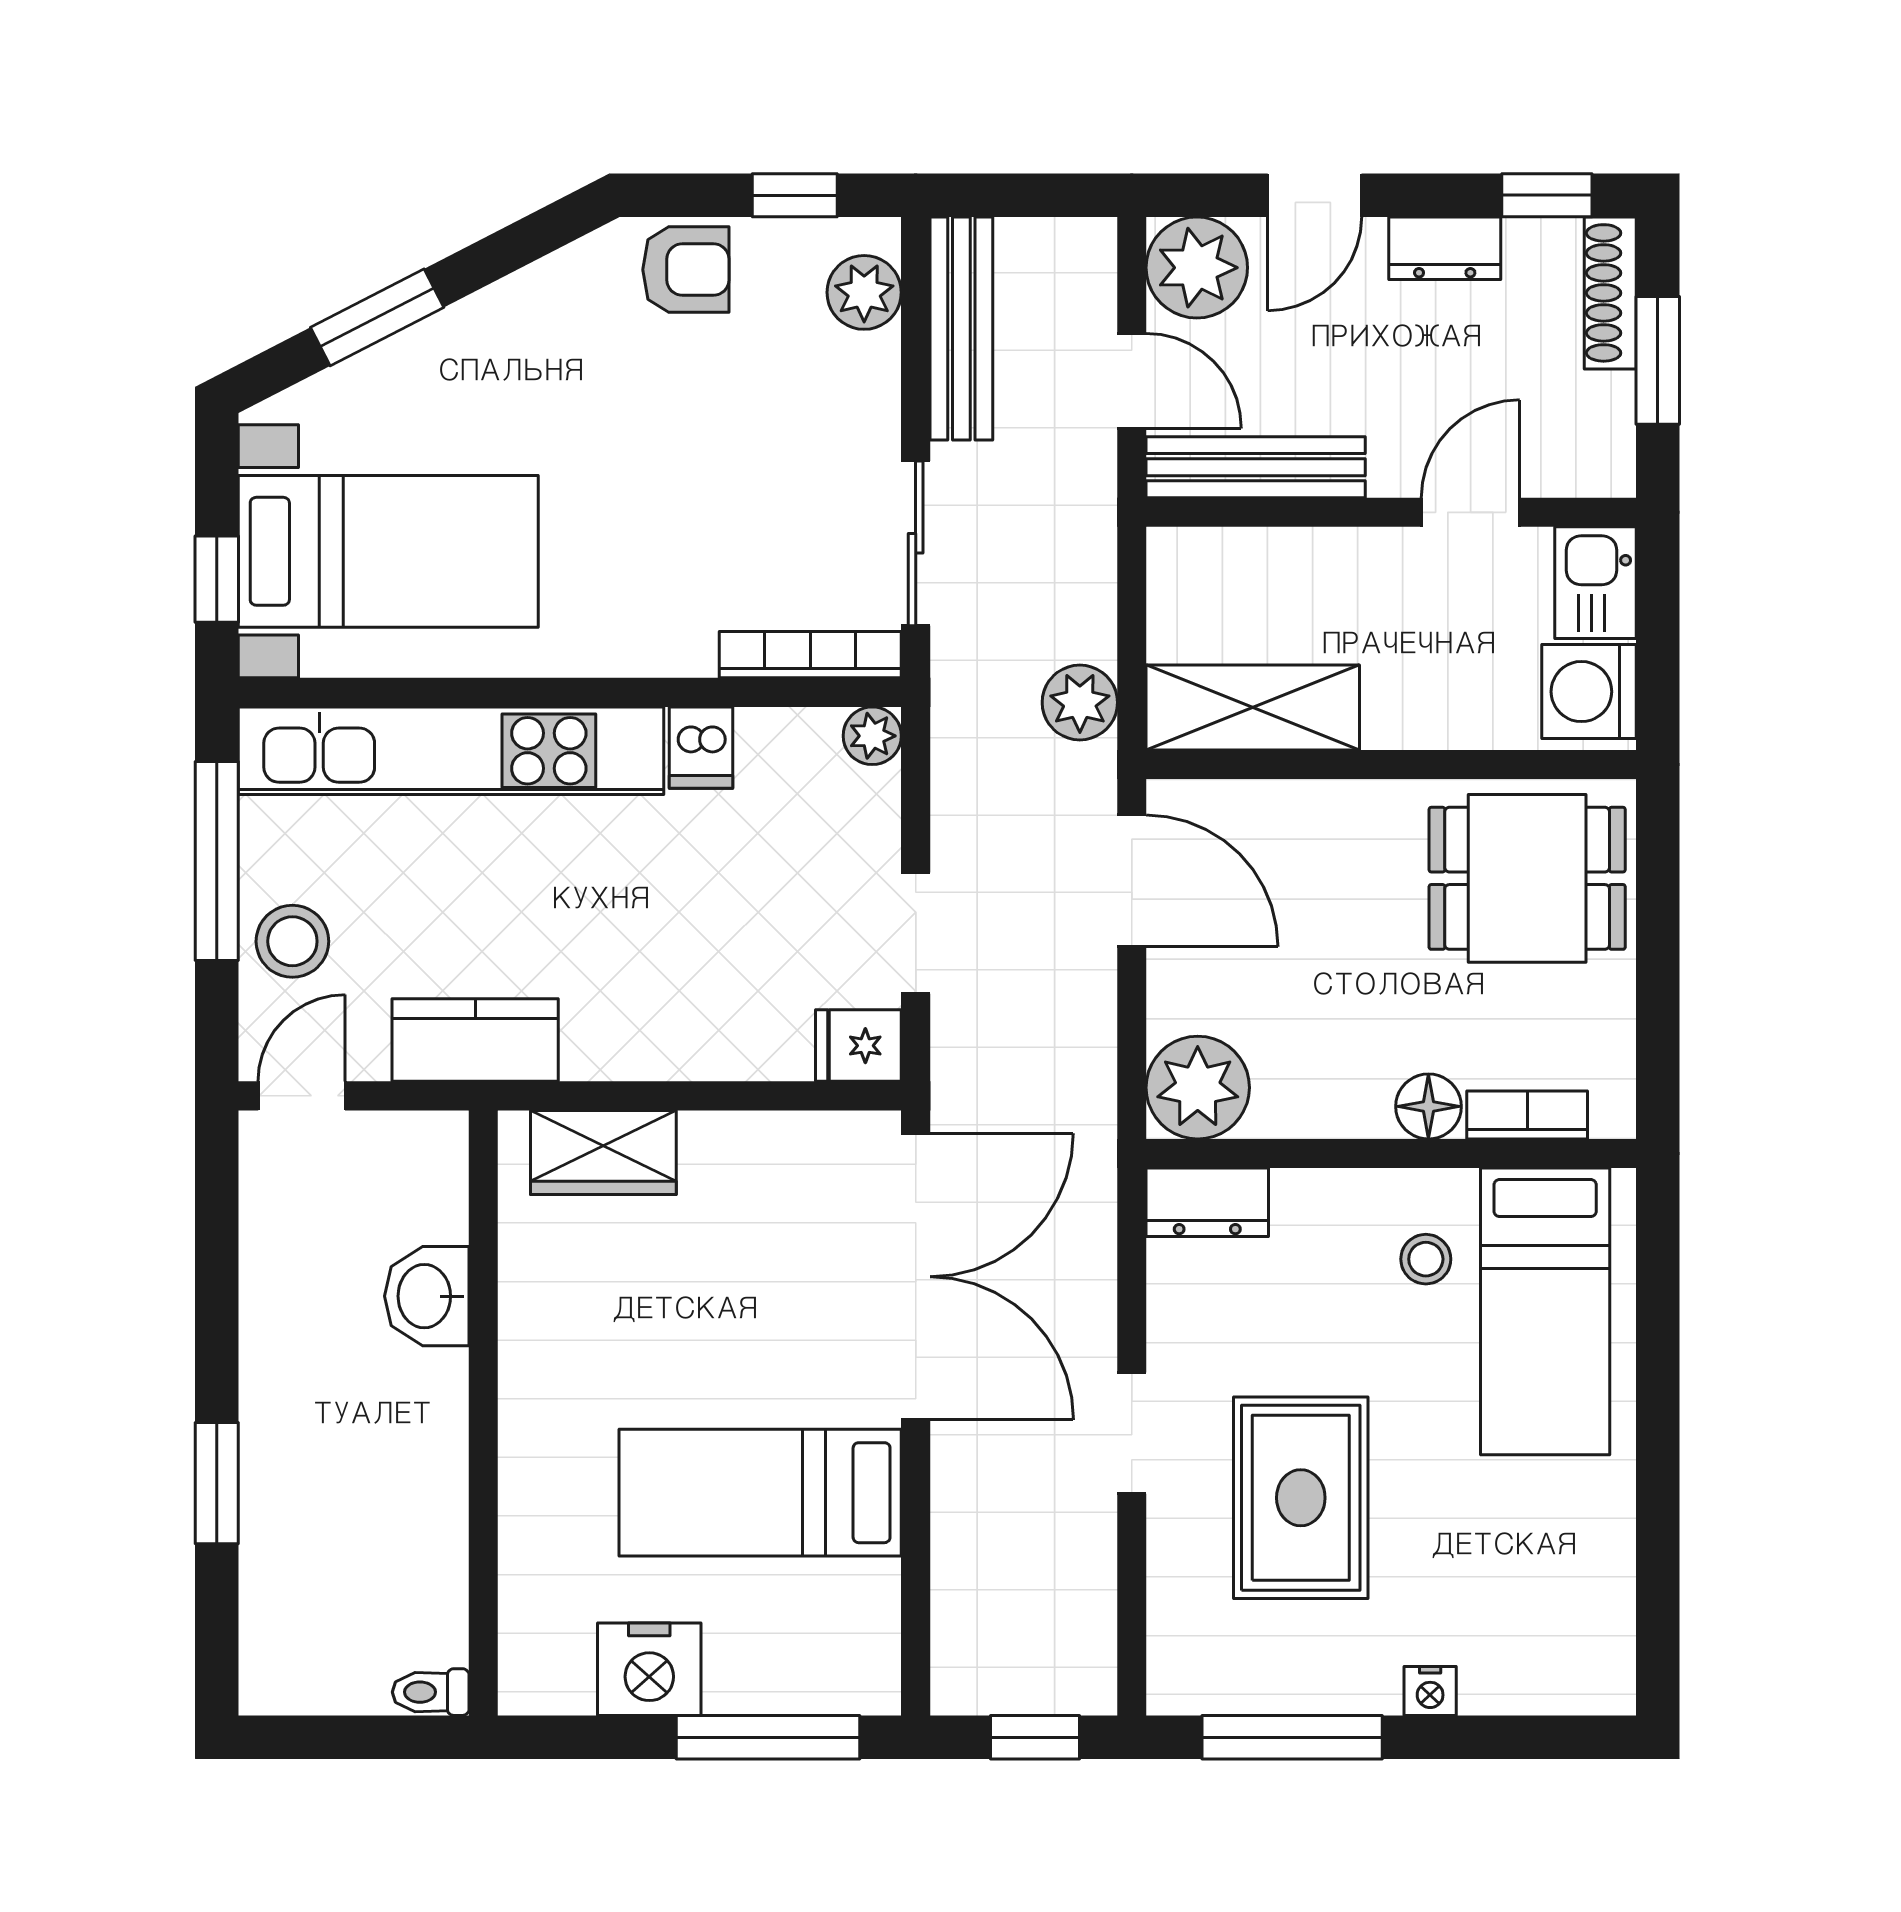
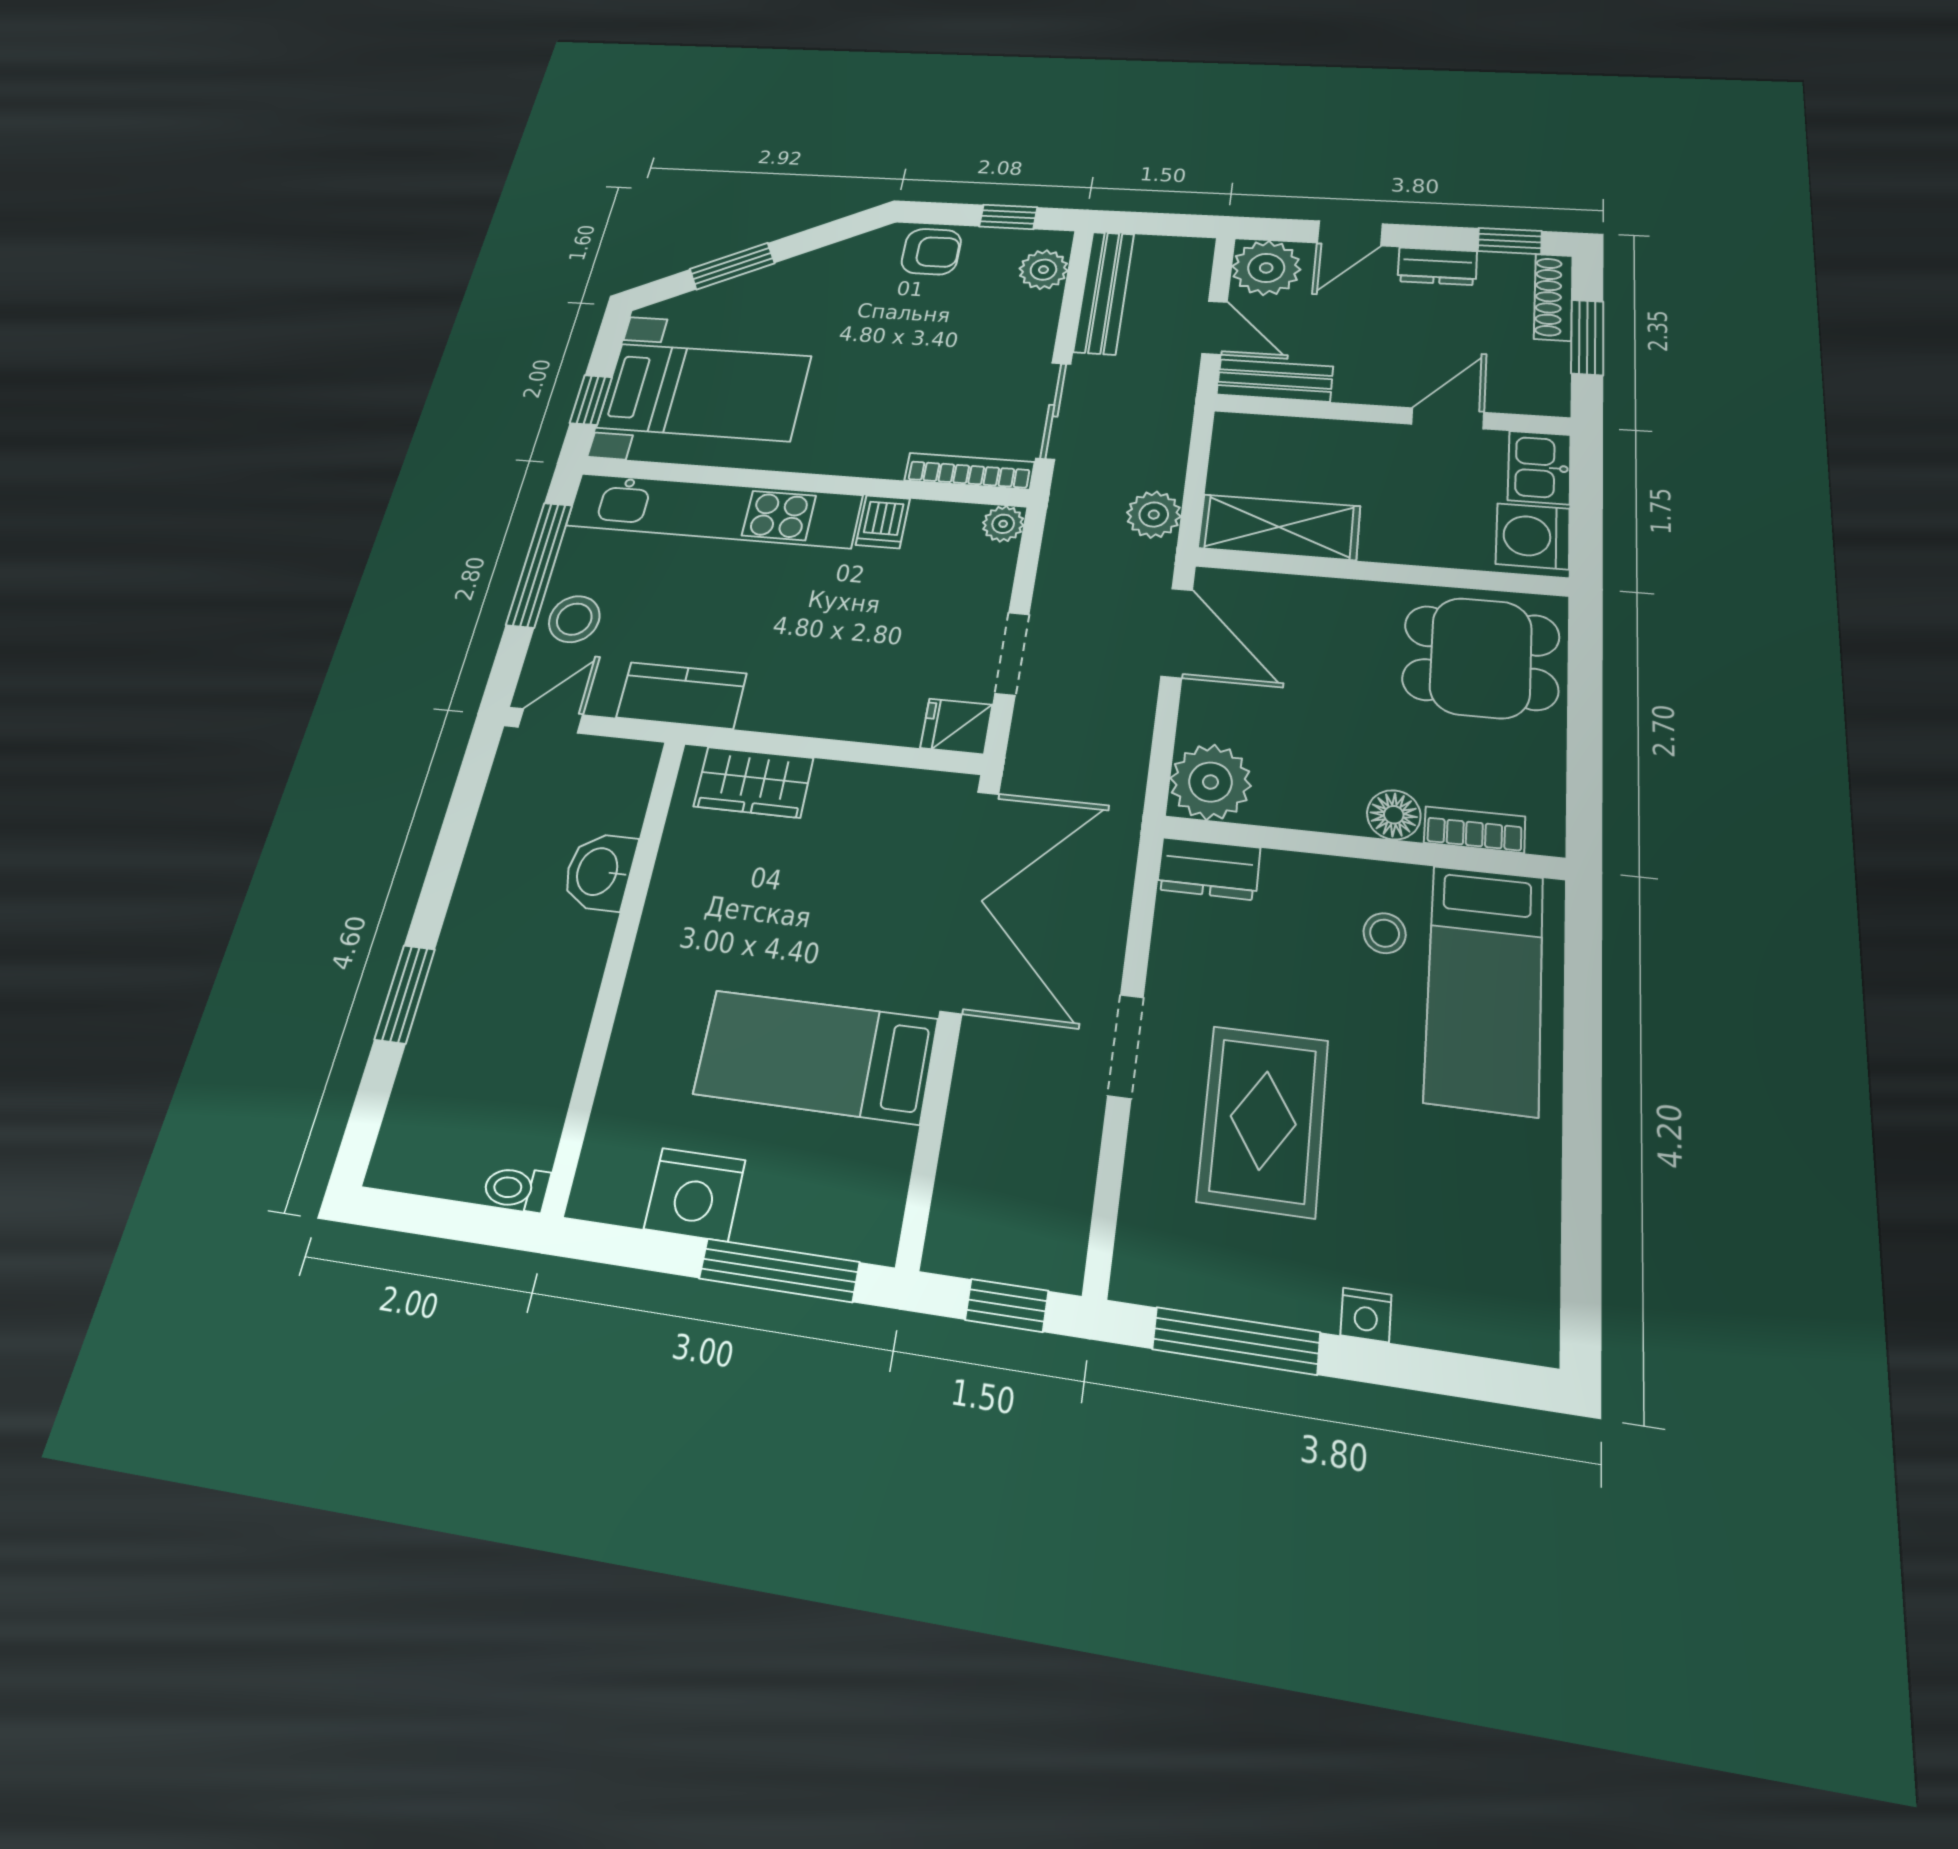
bench: (1256, 467) -> (1275, 381), width x0.73

